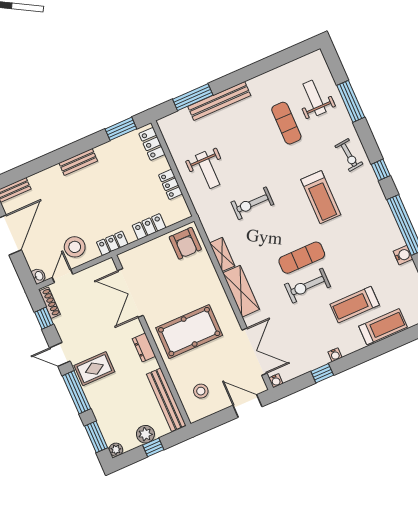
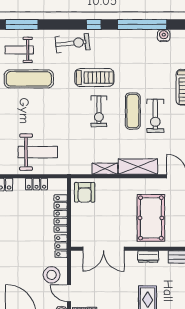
window: (351, 101) -> (22, 24), moved
exercise mat: (286, 123) -> (29, 79), width x1.36, depth x1.45
exercise bike: (349, 155) -> (72, 43), width x1.38, depth x1.39
weight bench: (208, 170) -> (38, 152), width x1.36, depth x1.33
exercise bike: (252, 203) -> (99, 111), moved
locker: (149, 227) -> (61, 214), width x1.53
armchair: (185, 243) -> (85, 192), turned 90

